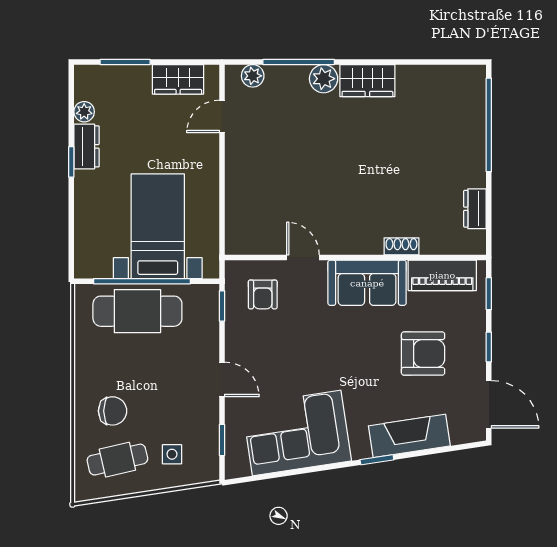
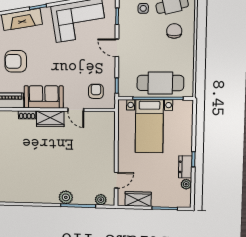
wardrobe: (367, 81) -> (50, 119), moved, turned 180
chair: (113, 411) -> (174, 31), turned 90

